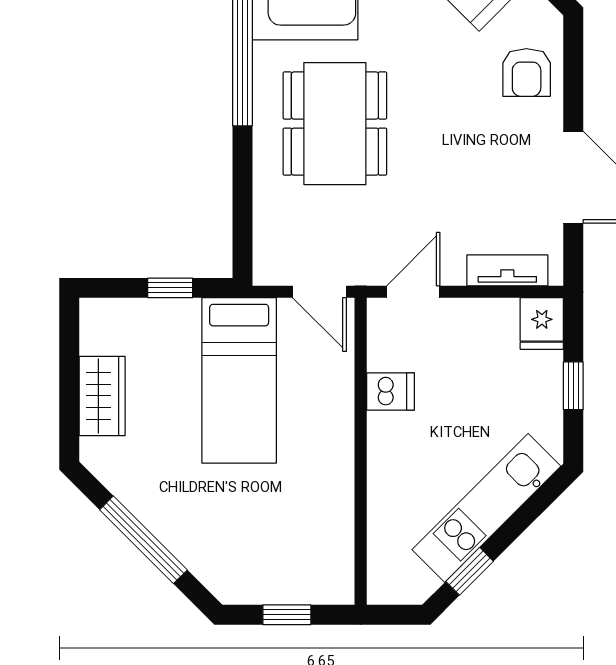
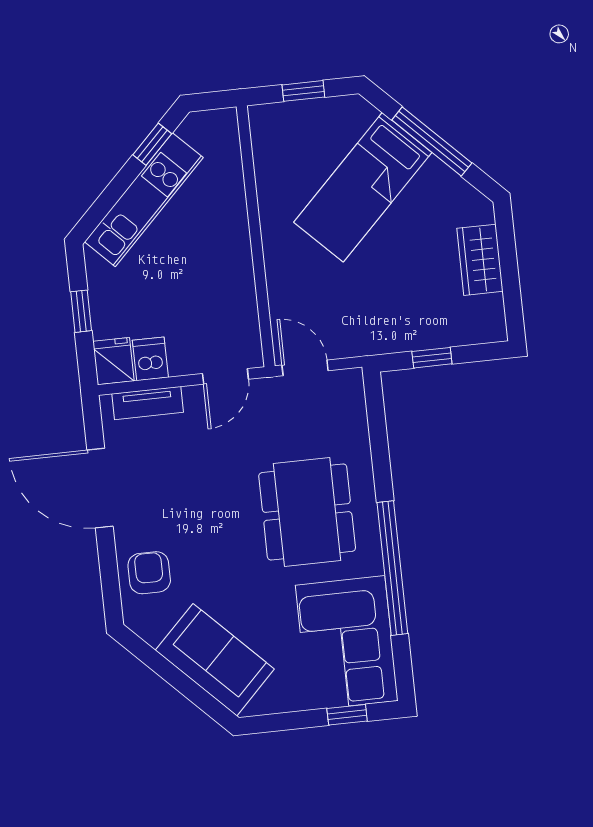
bed: (239, 380) -> (363, 187), moved, turned -135
dishwasher: (390, 391) -> (150, 359), moved, turned 90

